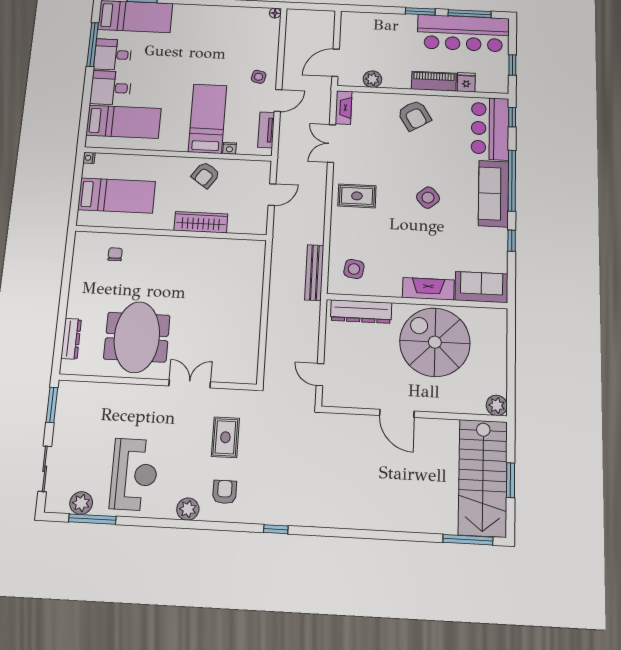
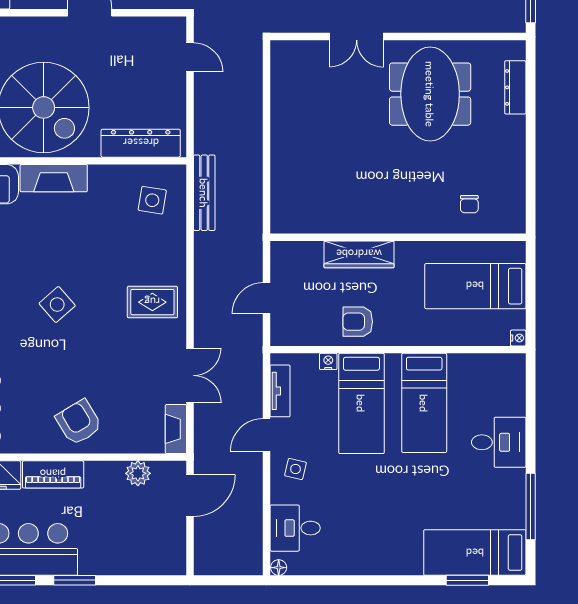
desk: (113, 55) -> (295, 528), moved, turned 180
bed: (124, 122) -> (424, 403), moved, turned -90
armchair: (206, 175) -> (358, 322), turned -125

